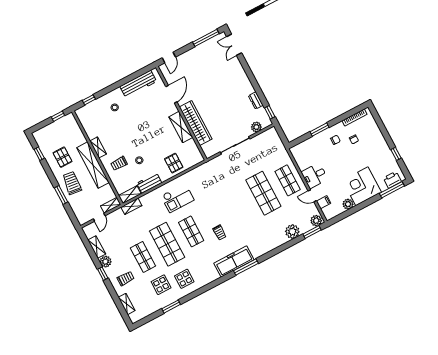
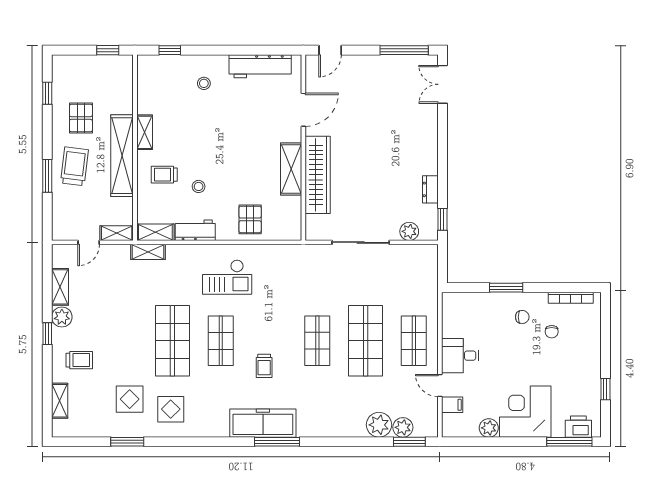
plant: (316, 221) -> (403, 427), moved
shop shelf: (143, 257) -> (317, 341), moved

